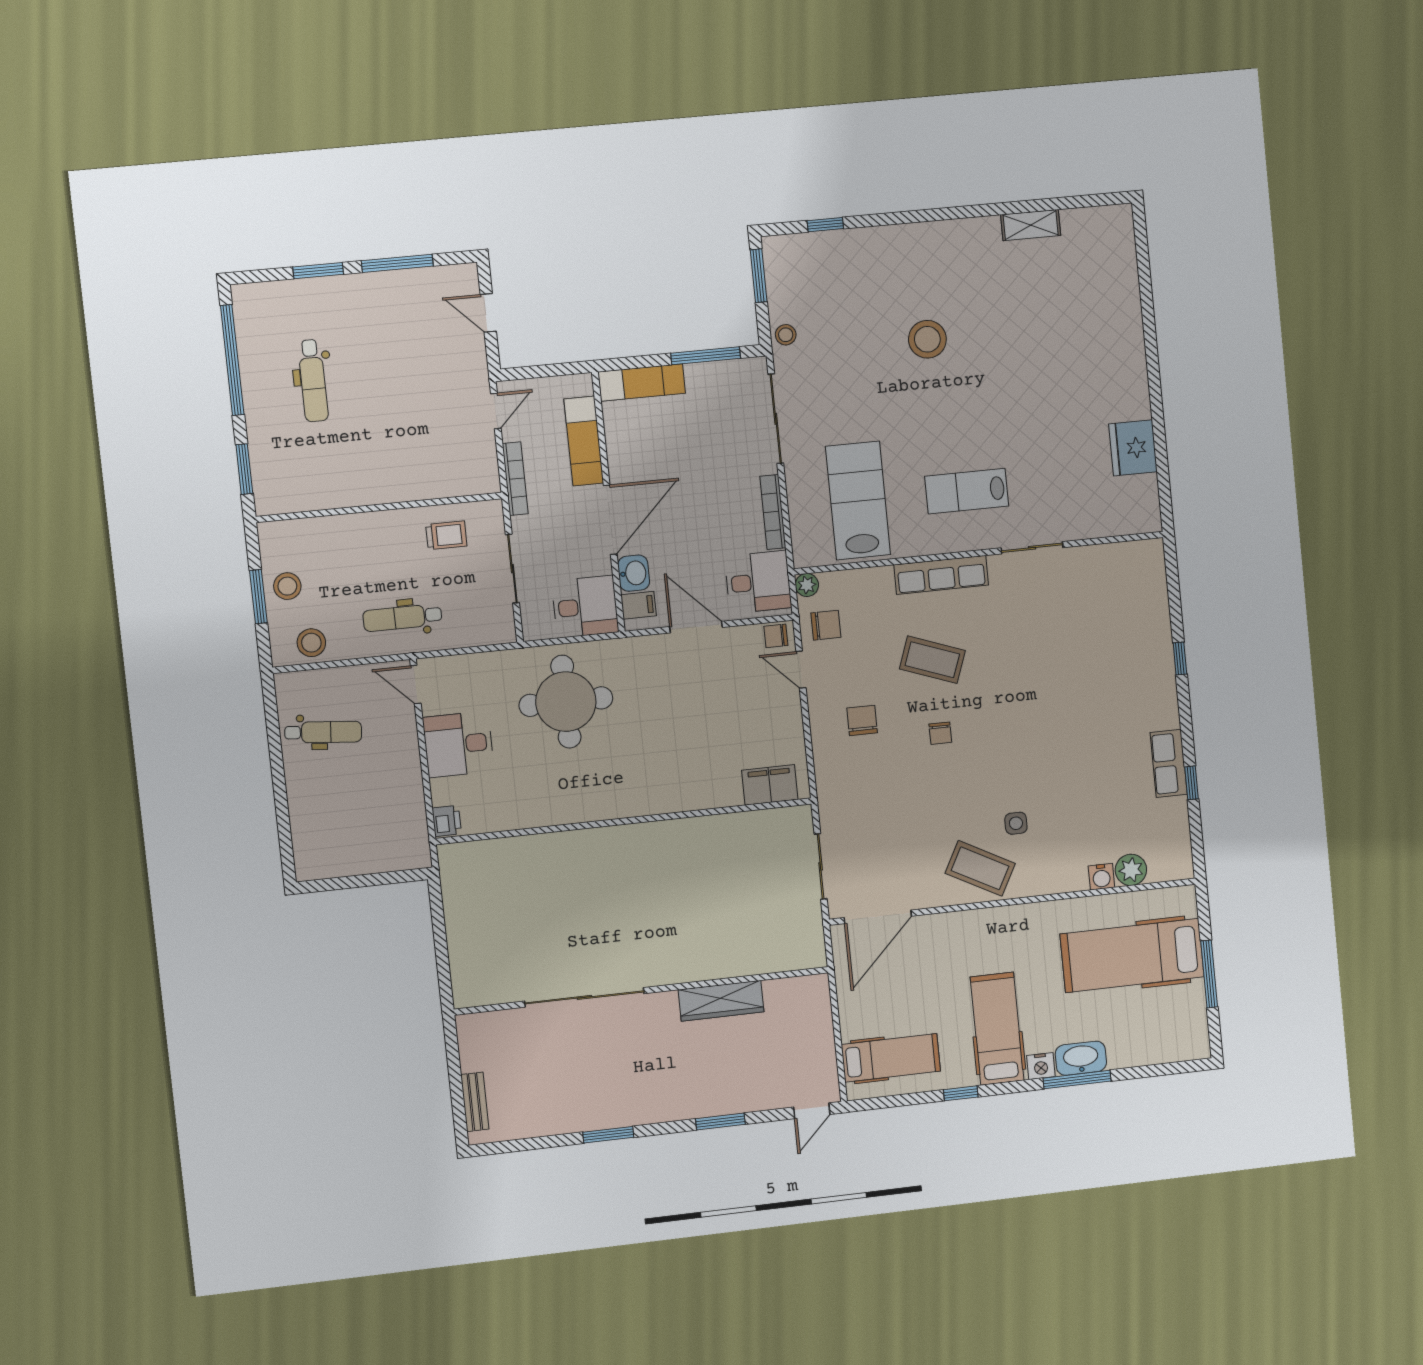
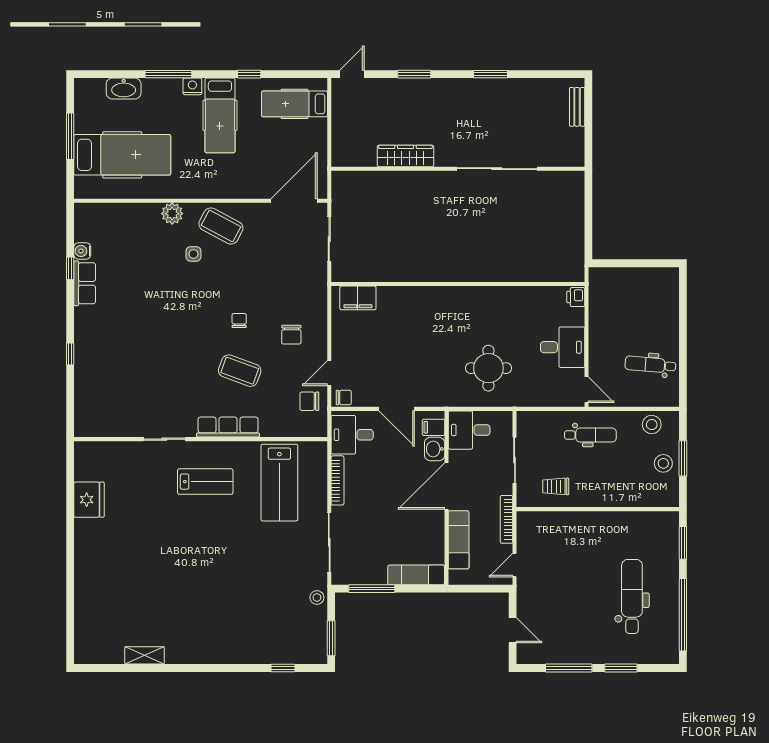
stool: (927, 339) -> (222, 586), removed
dental chair: (313, 381) -> (632, 596), width x1.36, depth x1.38
plant: (807, 585) -> (319, 429), removed
door: (801, 670) -> (329, 373), swing flipped
round table: (566, 702) -> (488, 368), width x0.73, depth x0.73
plant: (1131, 870) -> (172, 214), moved
water cooler: (1101, 877) -> (82, 251), moved, turned -90
washbasin: (1081, 1058) -> (124, 89), moved

